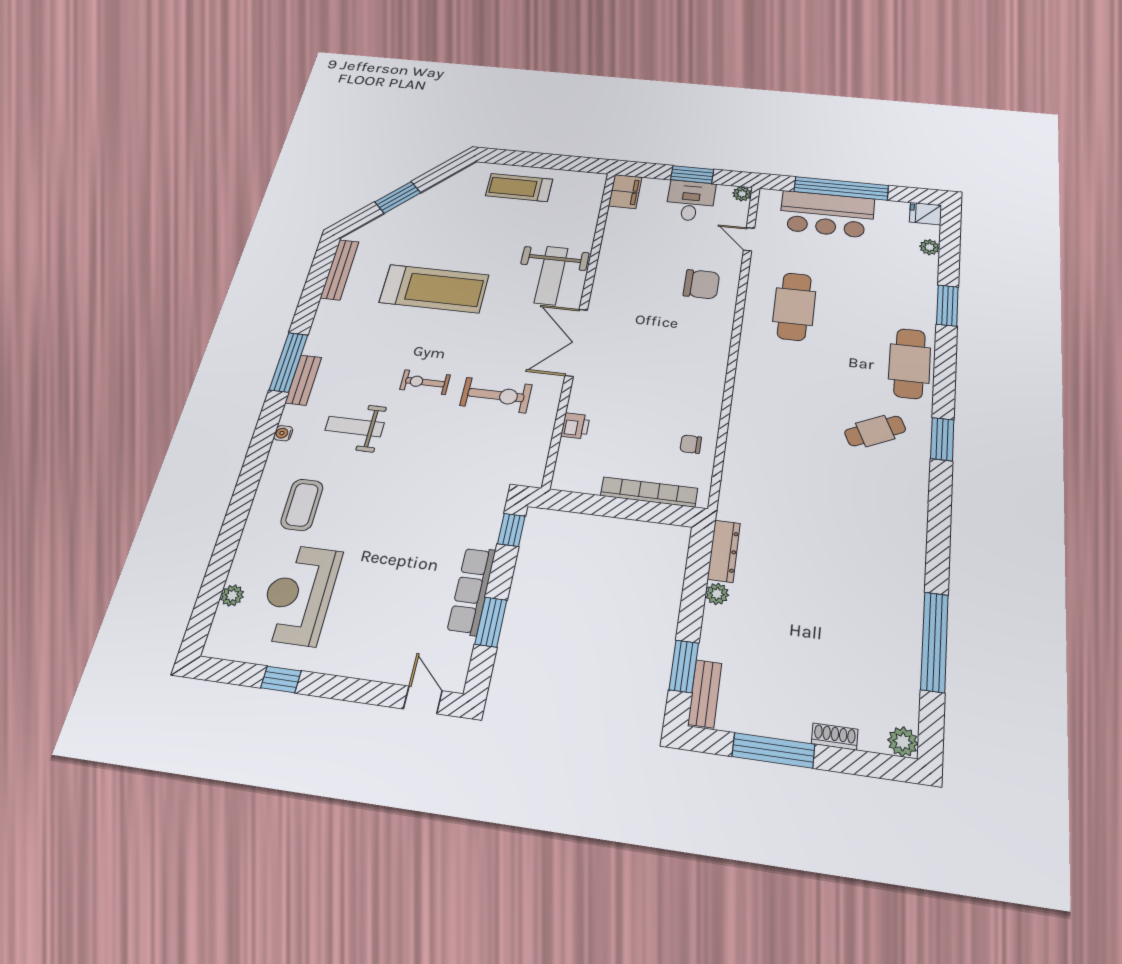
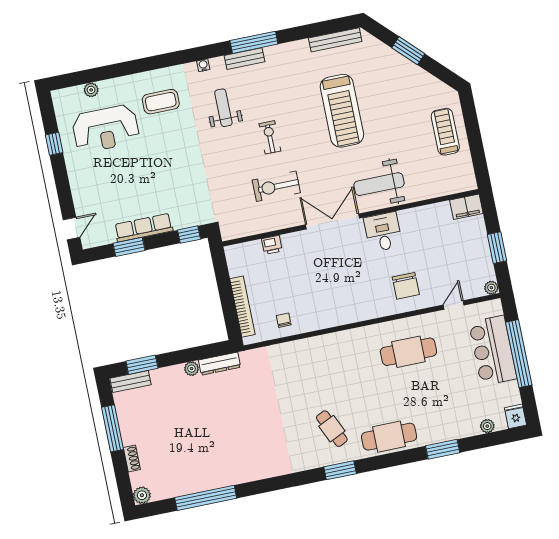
desk: (690, 201) -> (383, 232), moved, turned -90
exercise bike: (496, 395) -> (276, 186), turned 90
reception desk: (299, 595) -> (106, 129), turned 180

